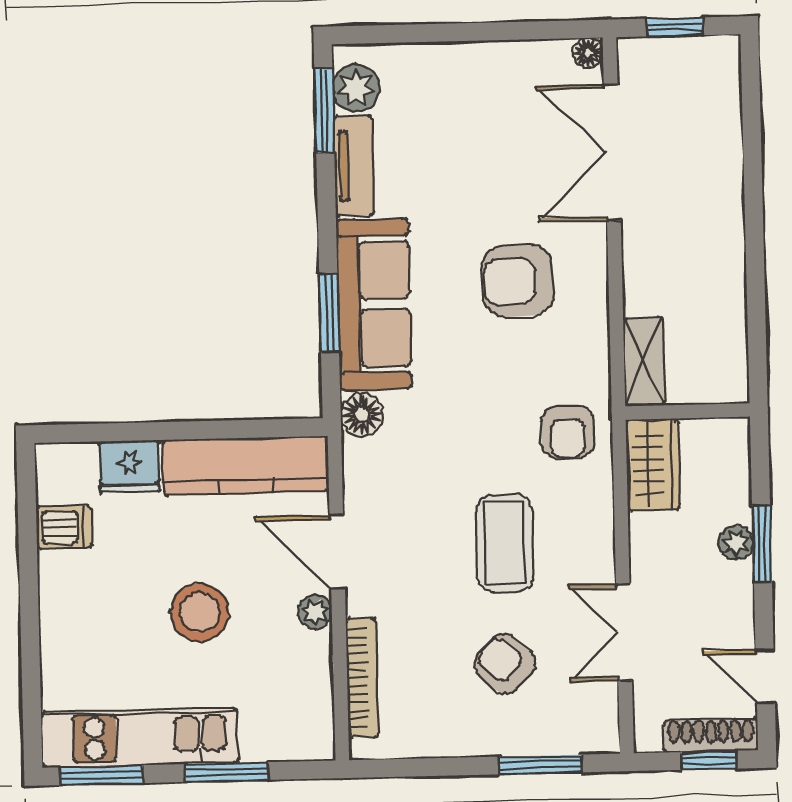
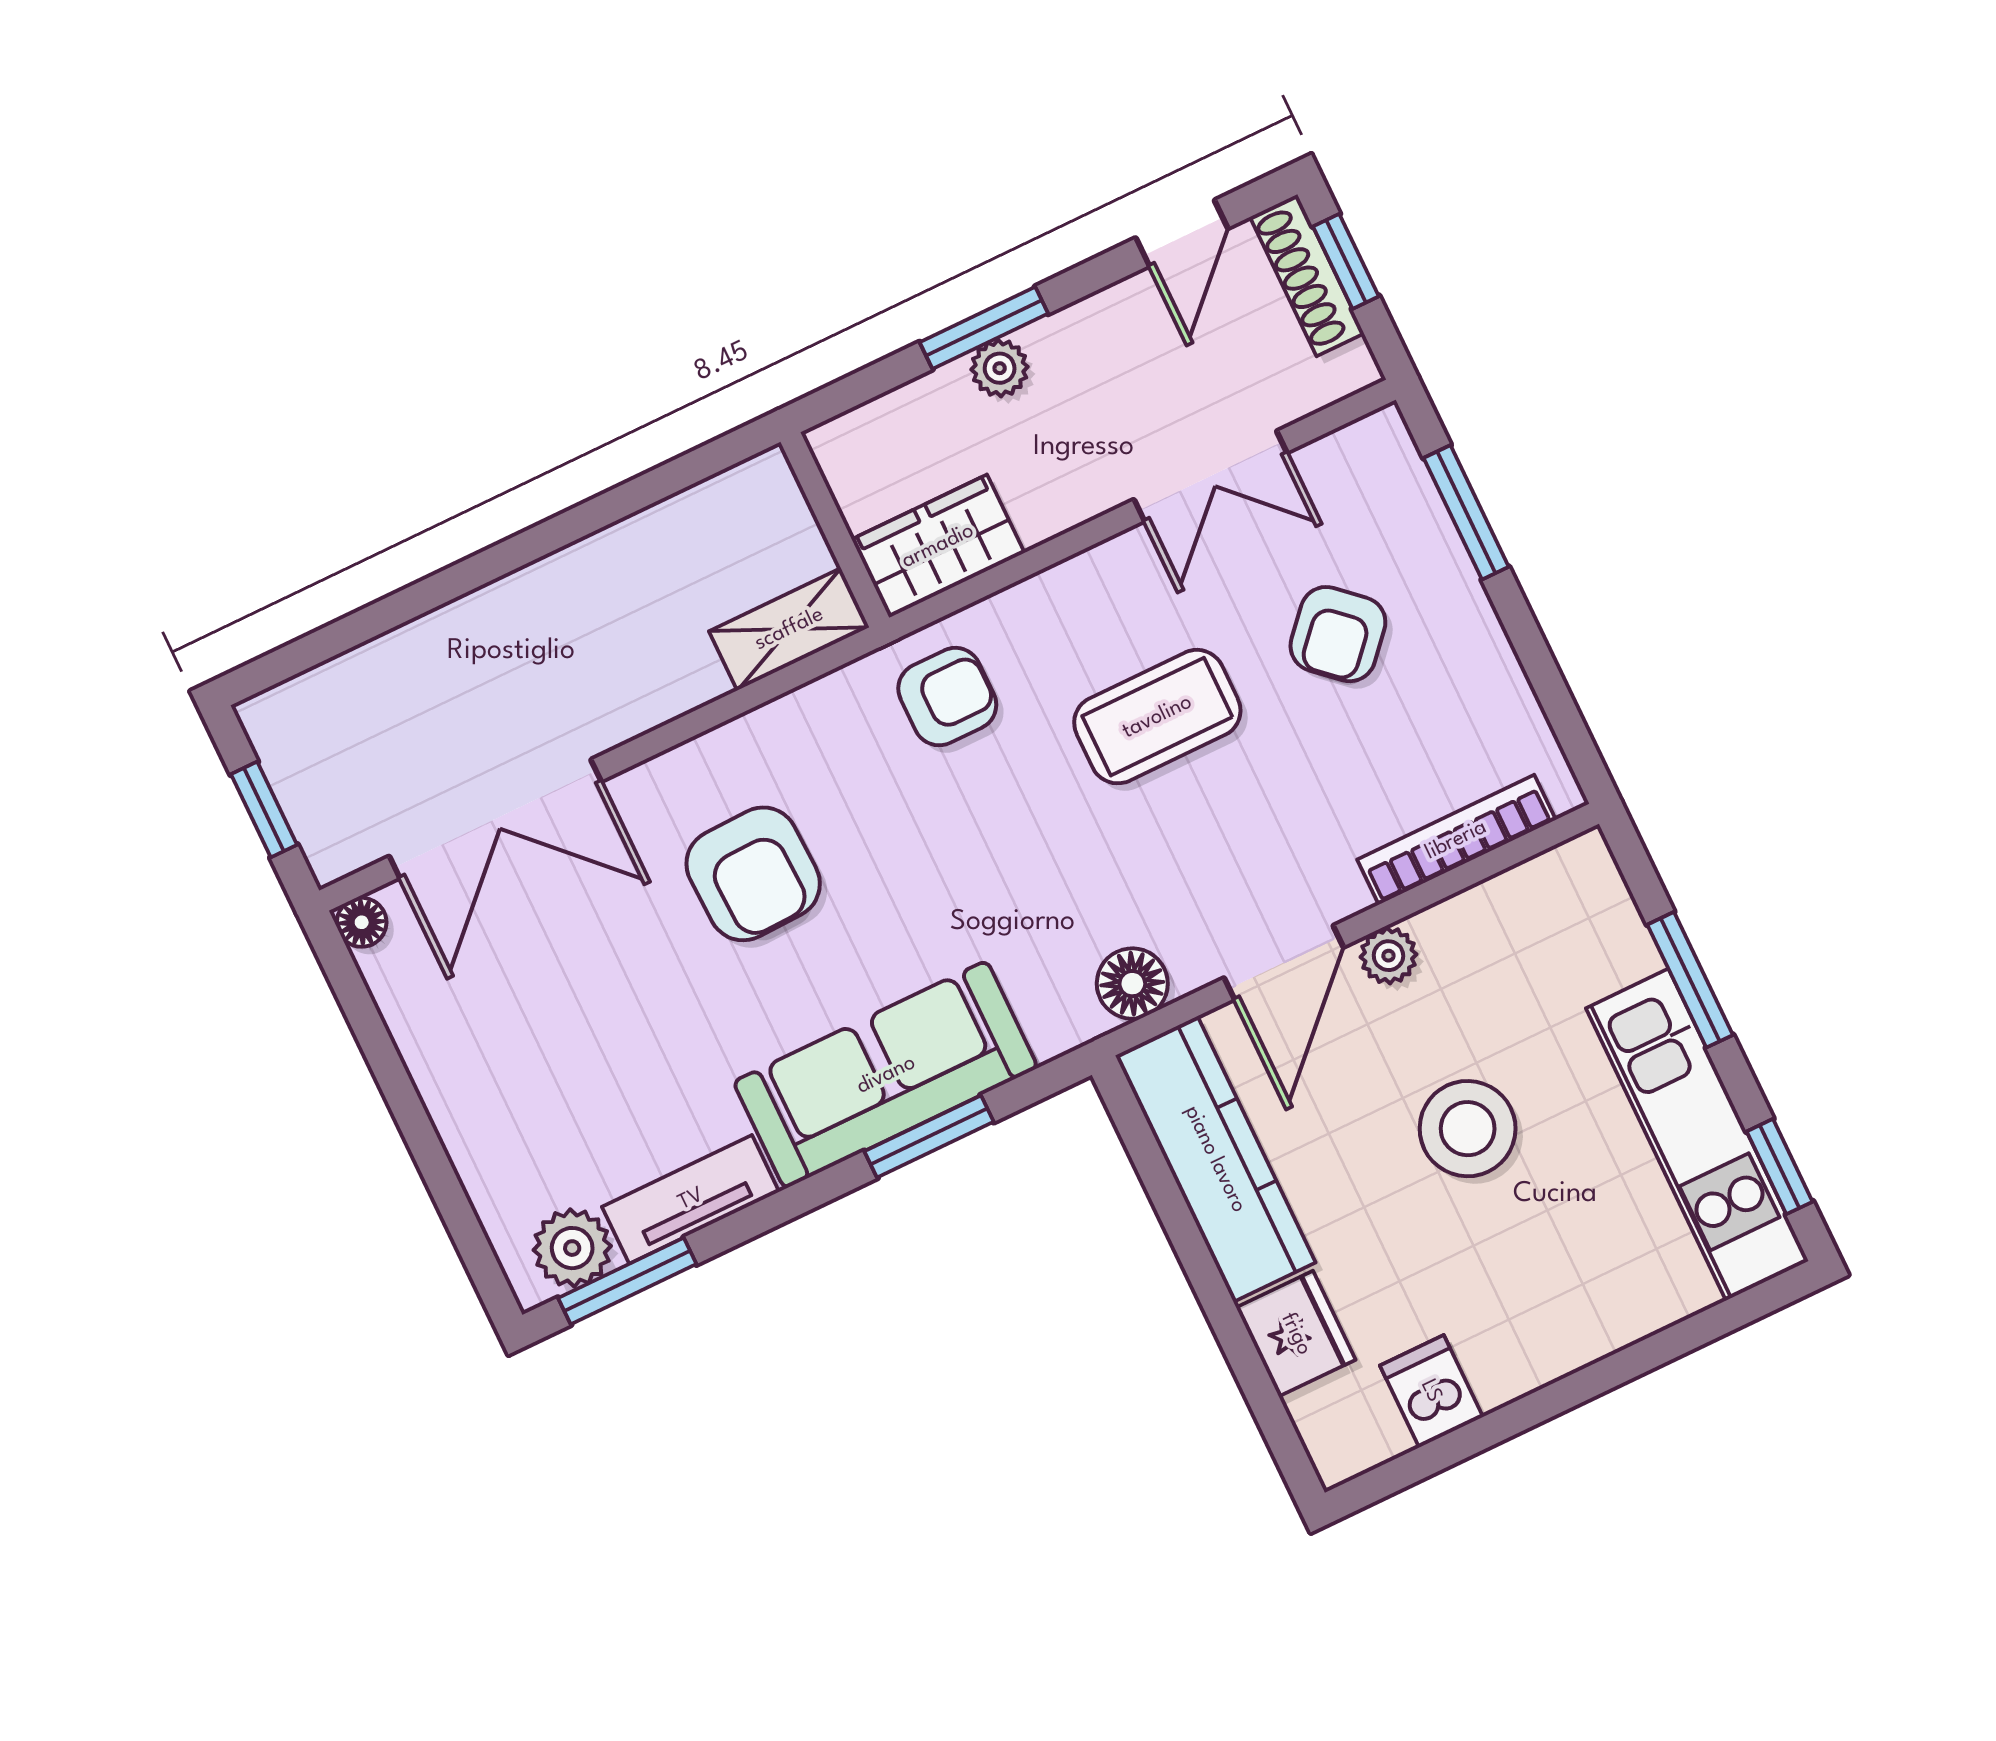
floor lamp: (362, 415) -> (1132, 984), moved
window: (101, 775) -> (1780, 1167), width x0.67

